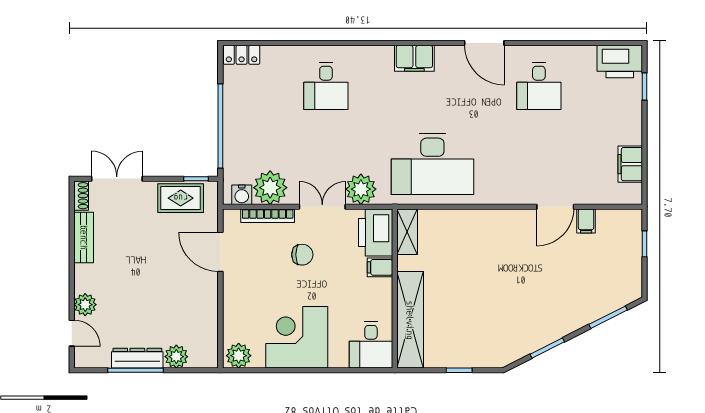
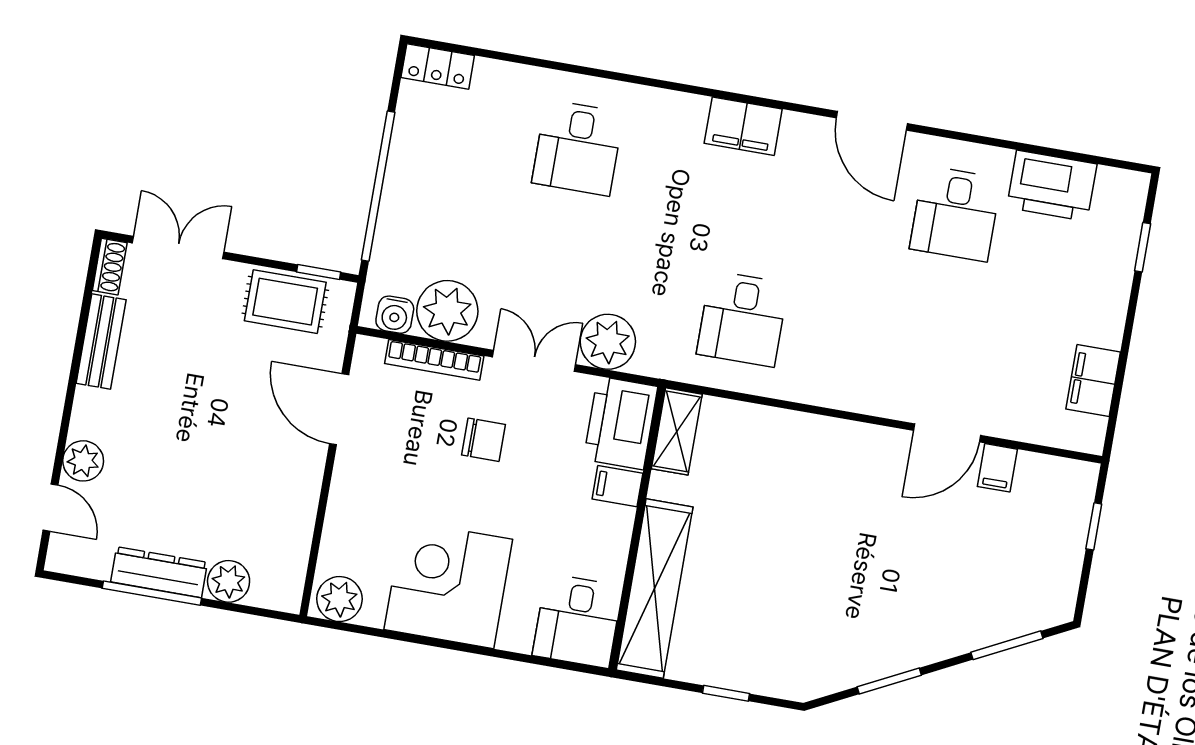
printer: (620, 61) -> (1052, 186), moved
desk: (432, 164) -> (743, 319), width x0.53, depth x0.77

